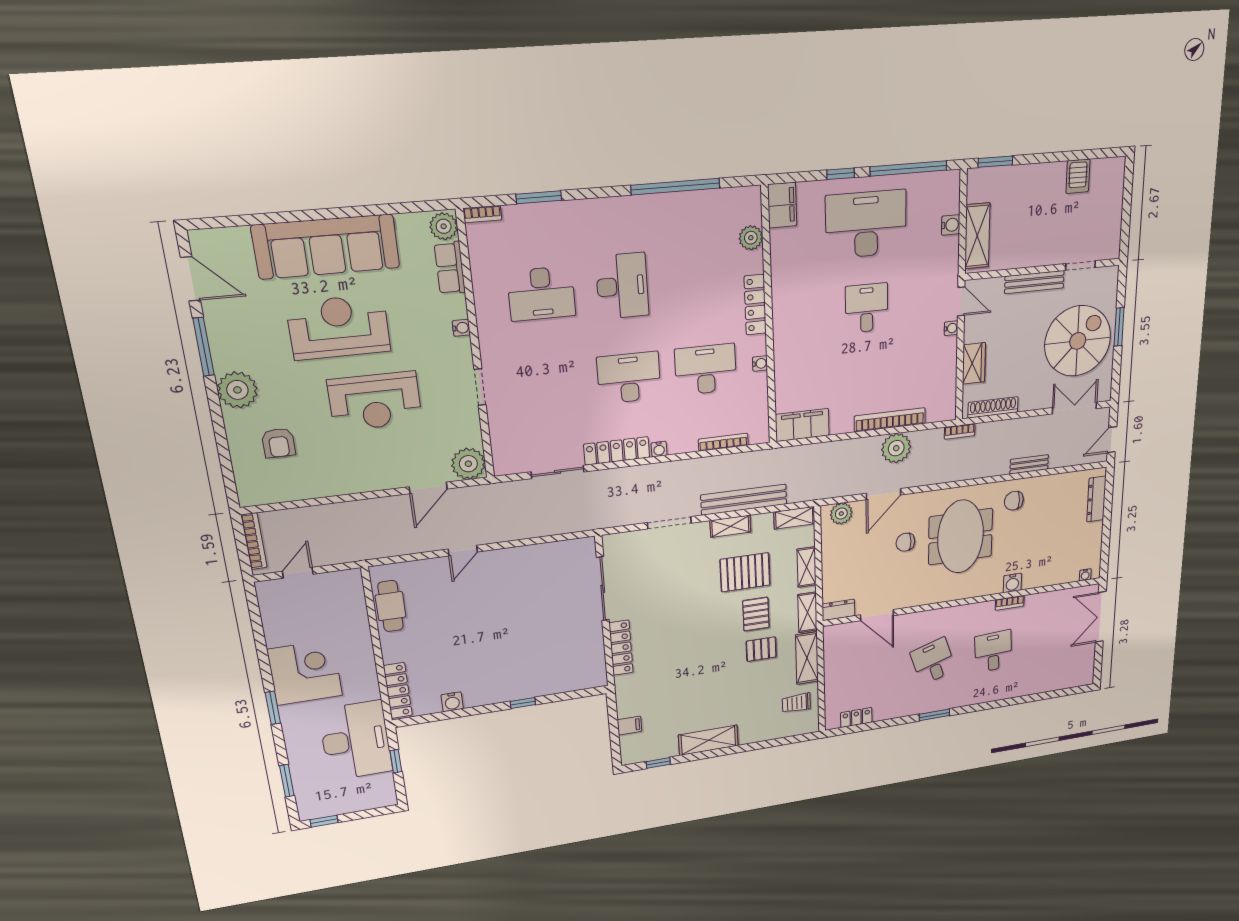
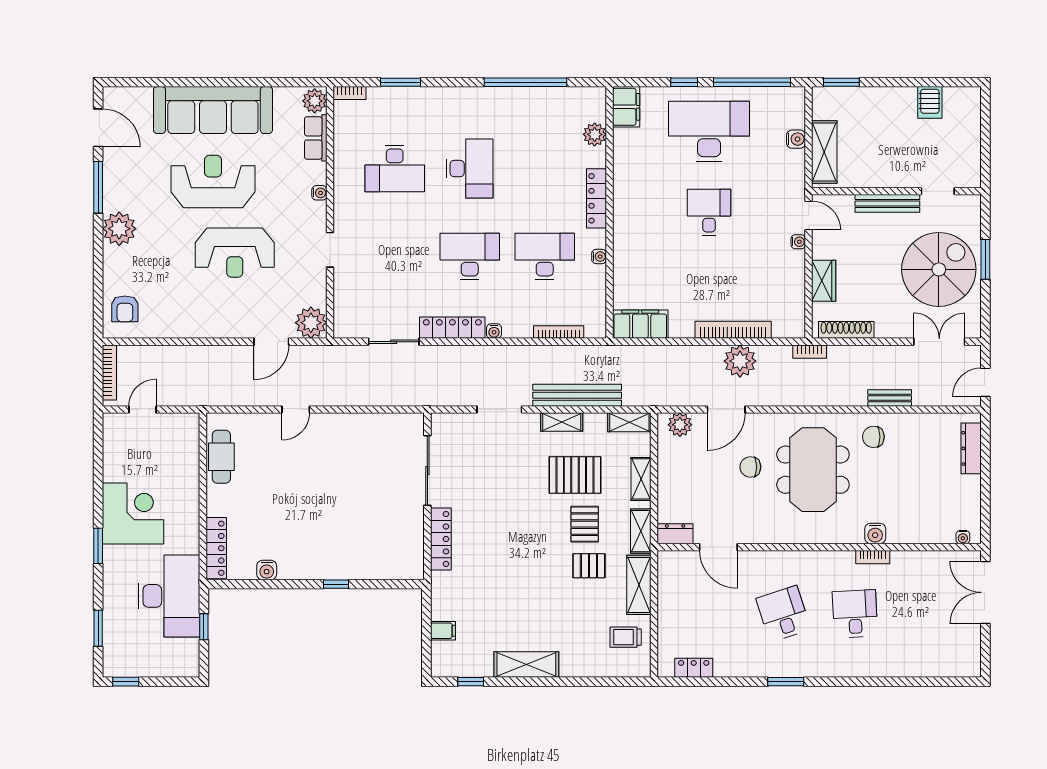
armchair: (279, 443) -> (125, 309), moved

